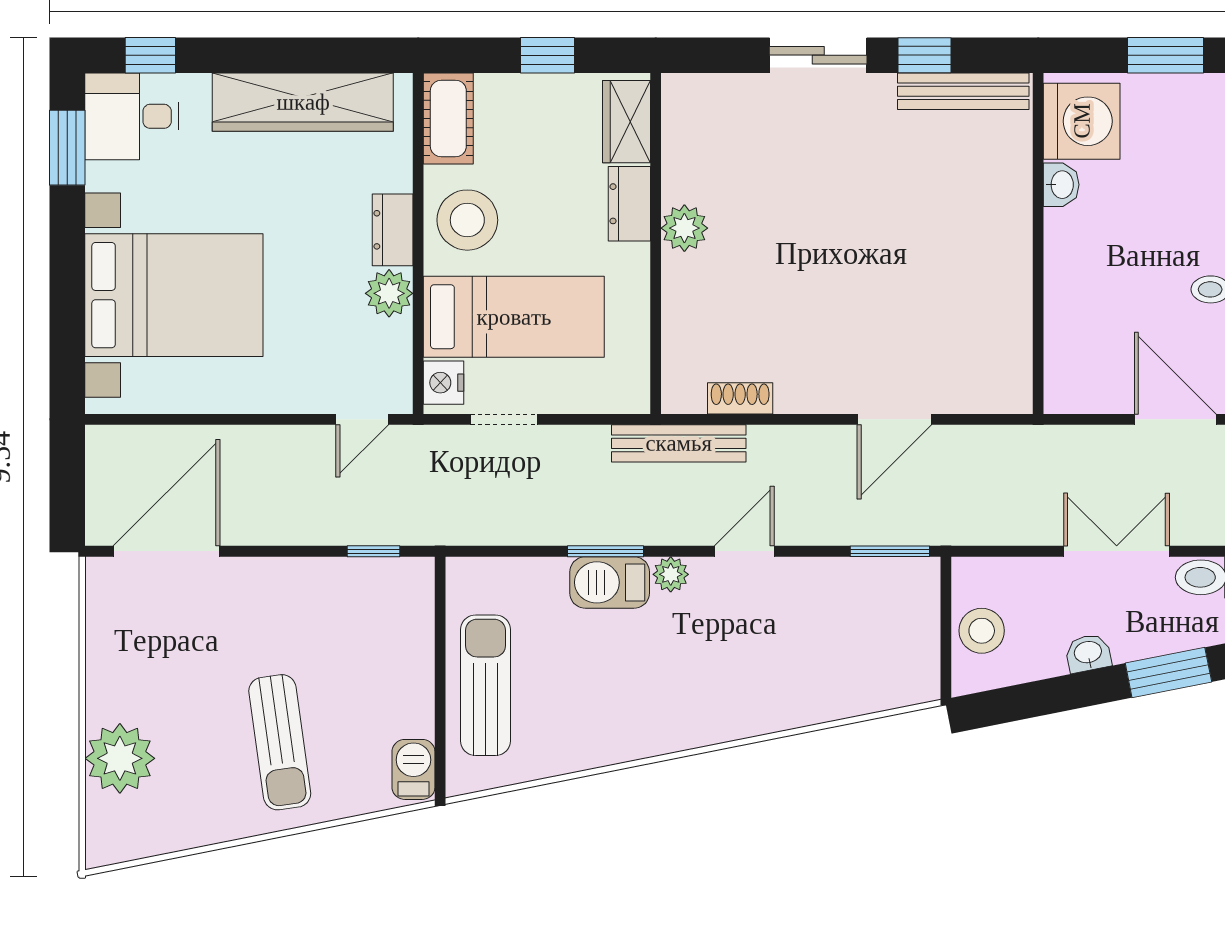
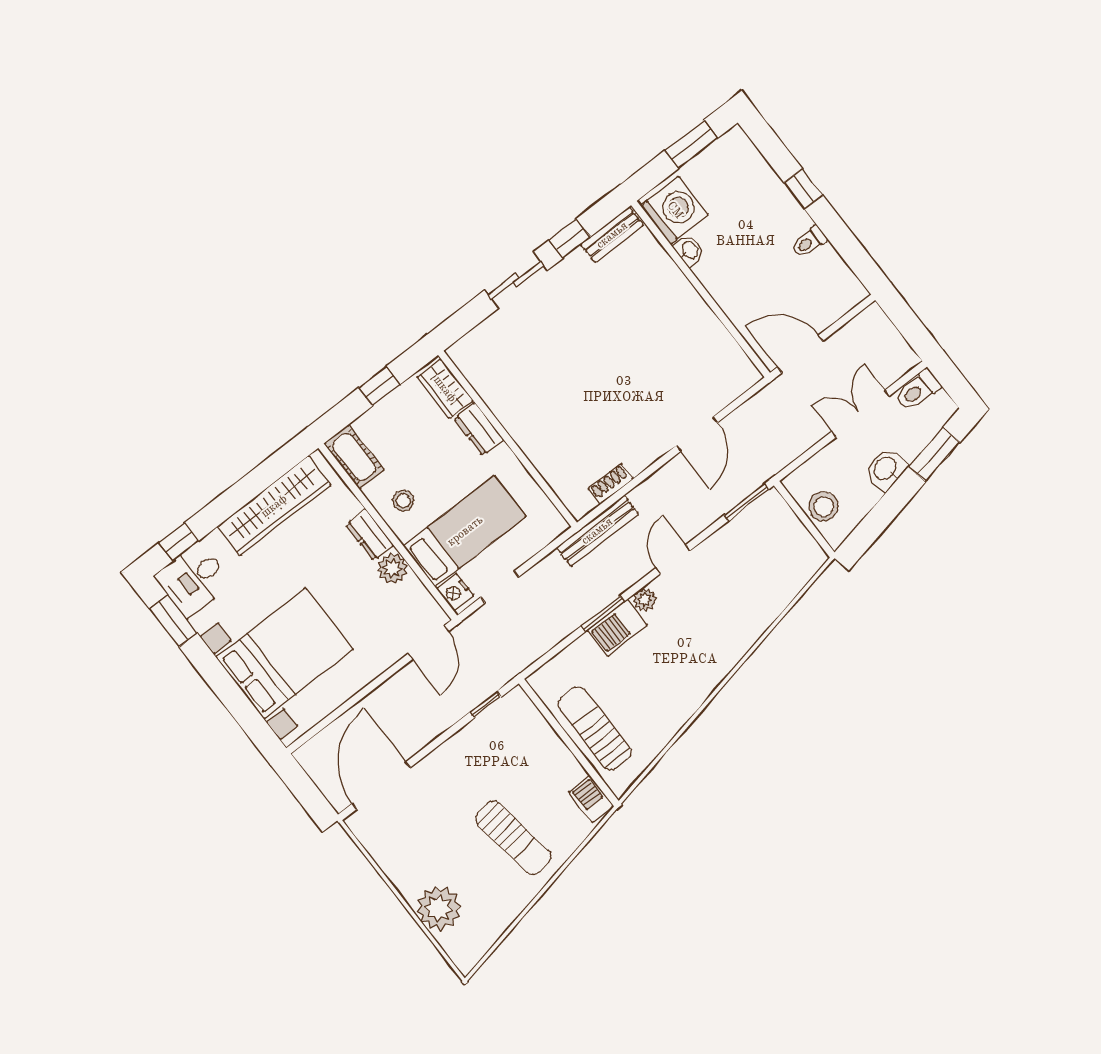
bench: (963, 91) -> (612, 235), width x0.73
stool: (467, 220) -> (403, 501), width x0.53, depth x0.53
plant: (684, 228) -> (516, 420), removed
door: (362, 419) -> (428, 642), width x1.38
door: (1175, 419) -> (800, 354), moved
washbasin: (1088, 653) -> (886, 469), width x1.38, depth x1.45

